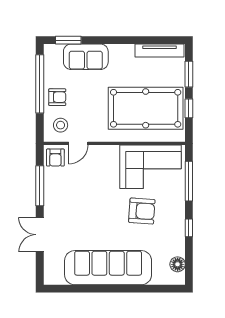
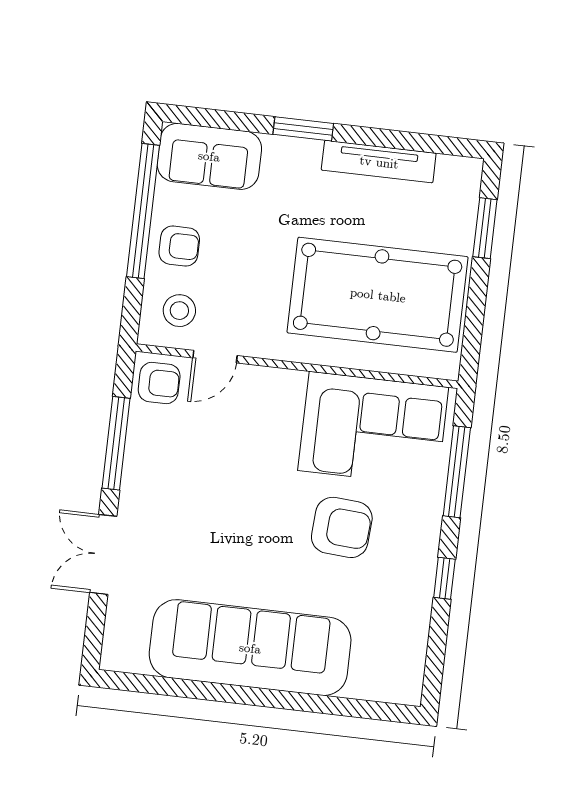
window: (68, 40) -> (303, 129), moved
tv unit: (160, 51) -> (379, 162), moved
sofa: (86, 57) -> (209, 156), moved
window: (189, 108) -> (476, 306), removed
armchair: (55, 158) -> (159, 383), turned -90
floor lamp: (178, 264) -> (409, 658), removed

